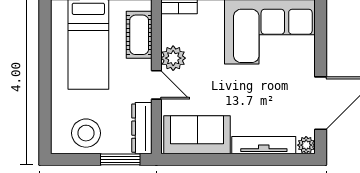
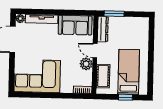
stool: (86, 133) -> (131, 27), removed

